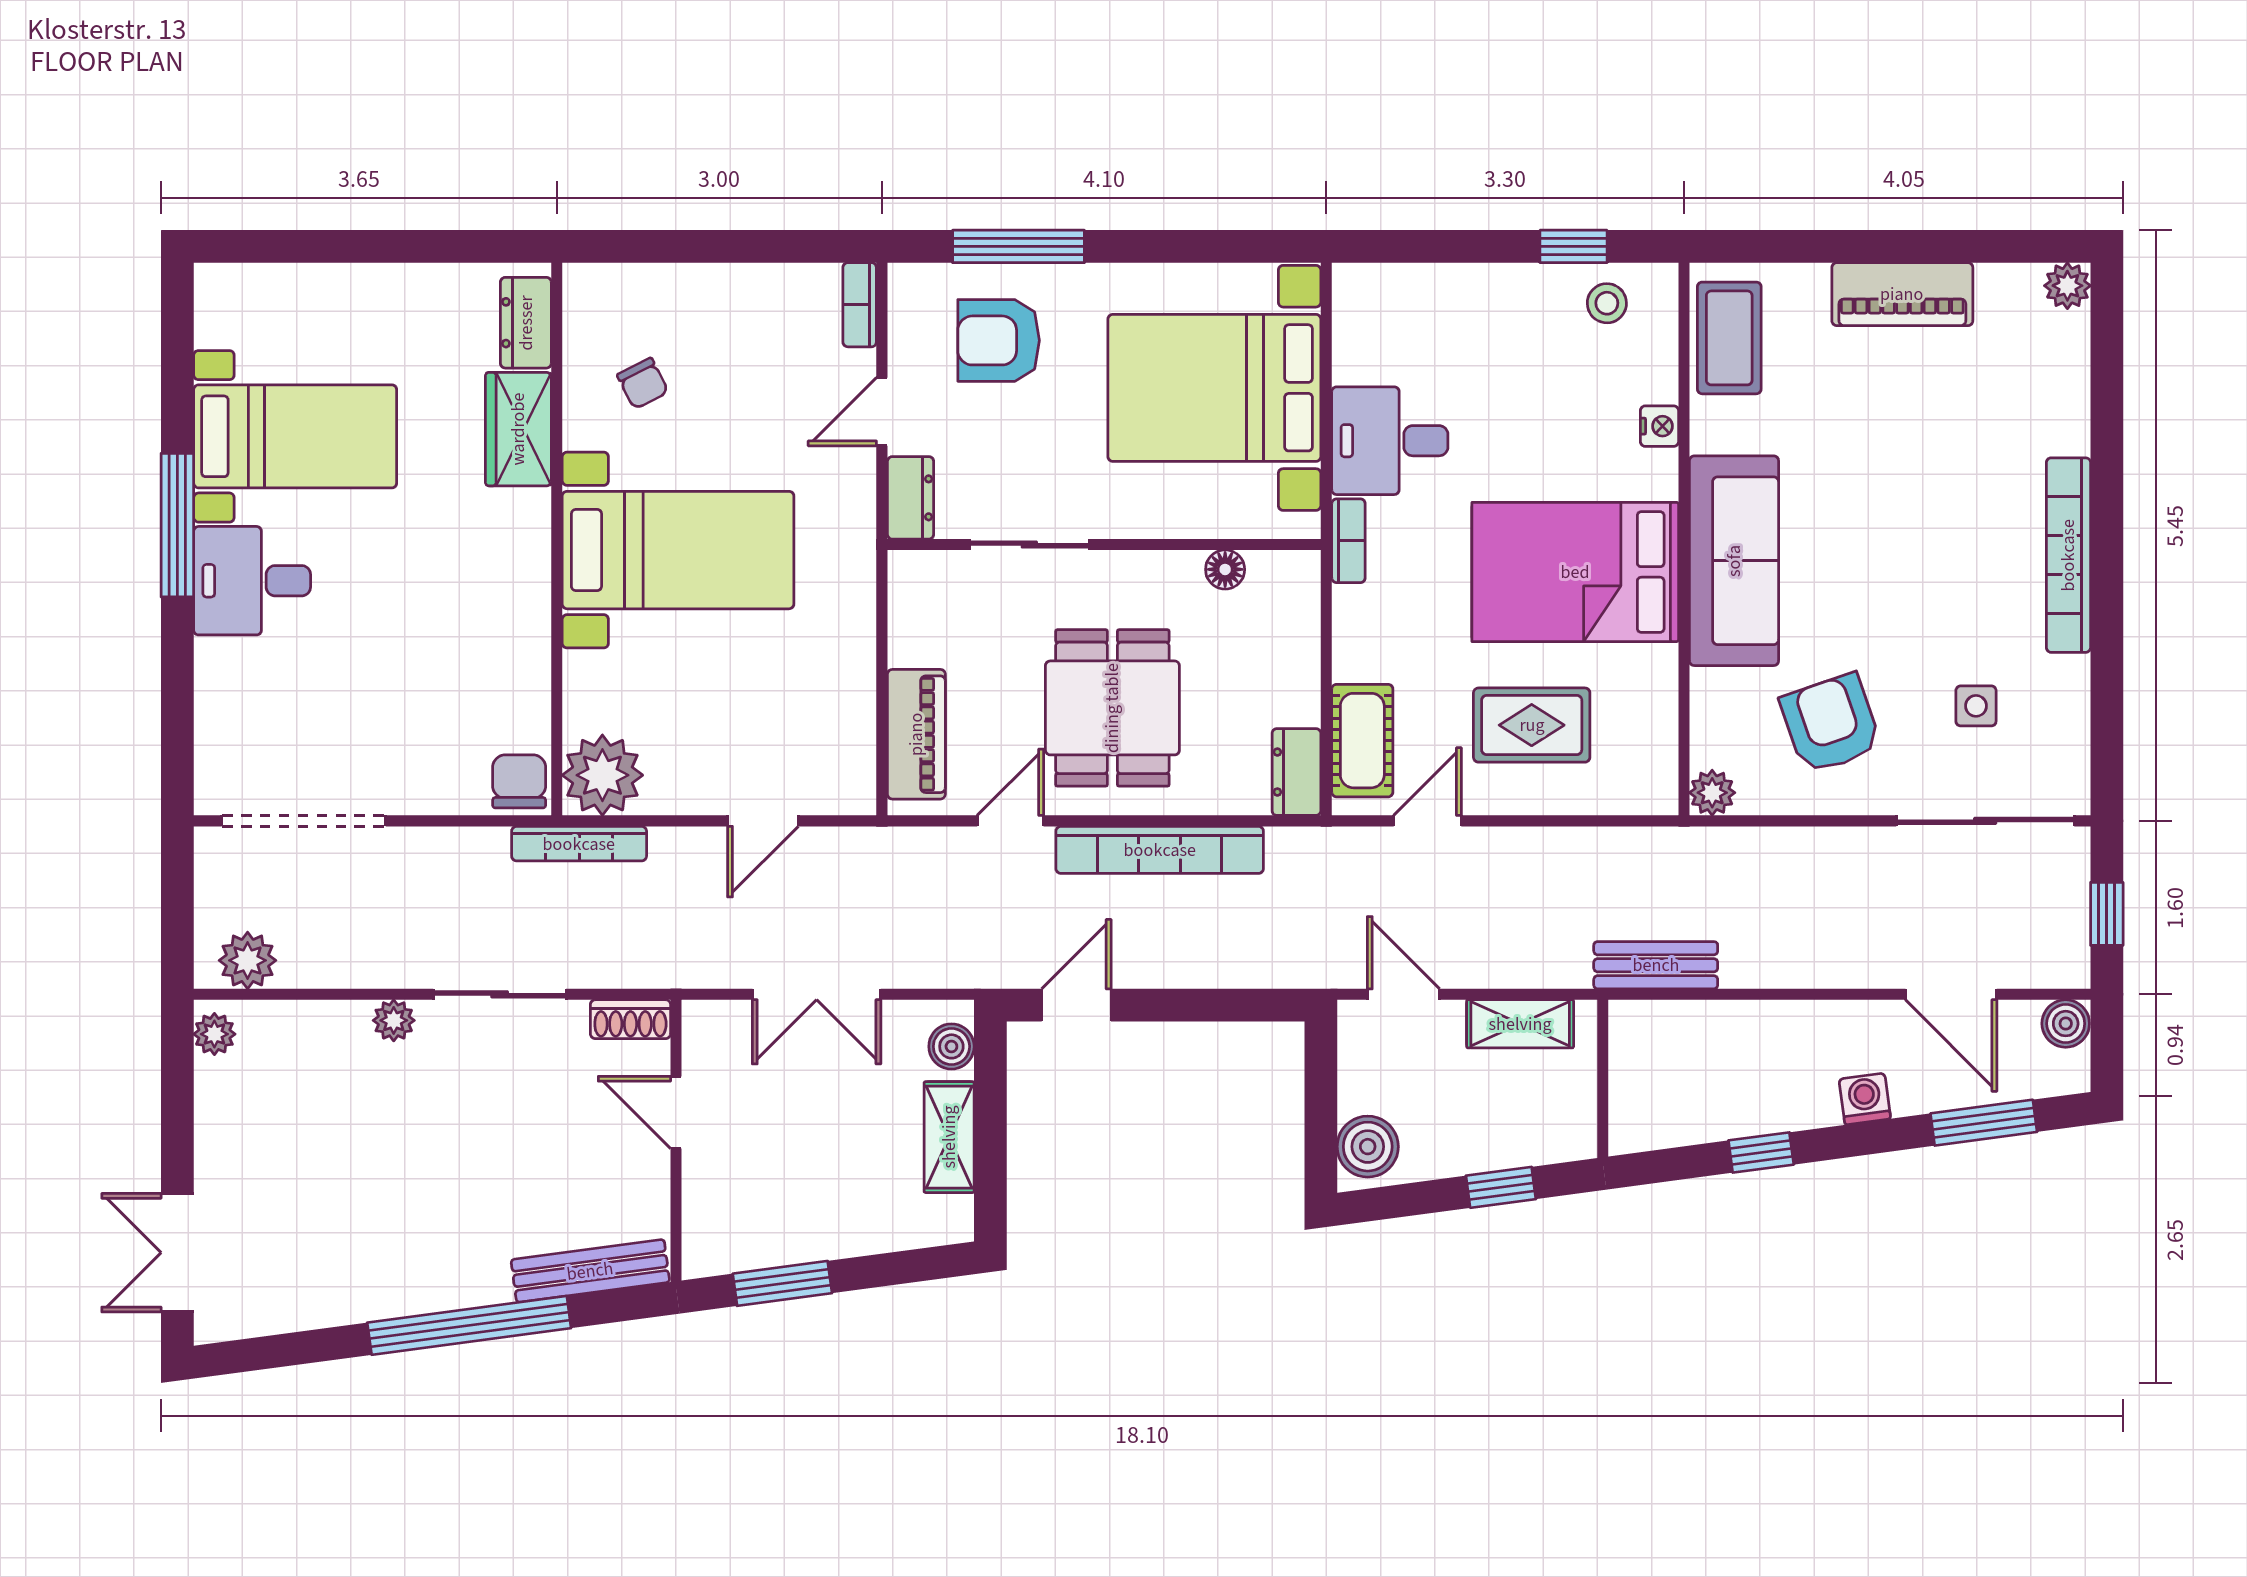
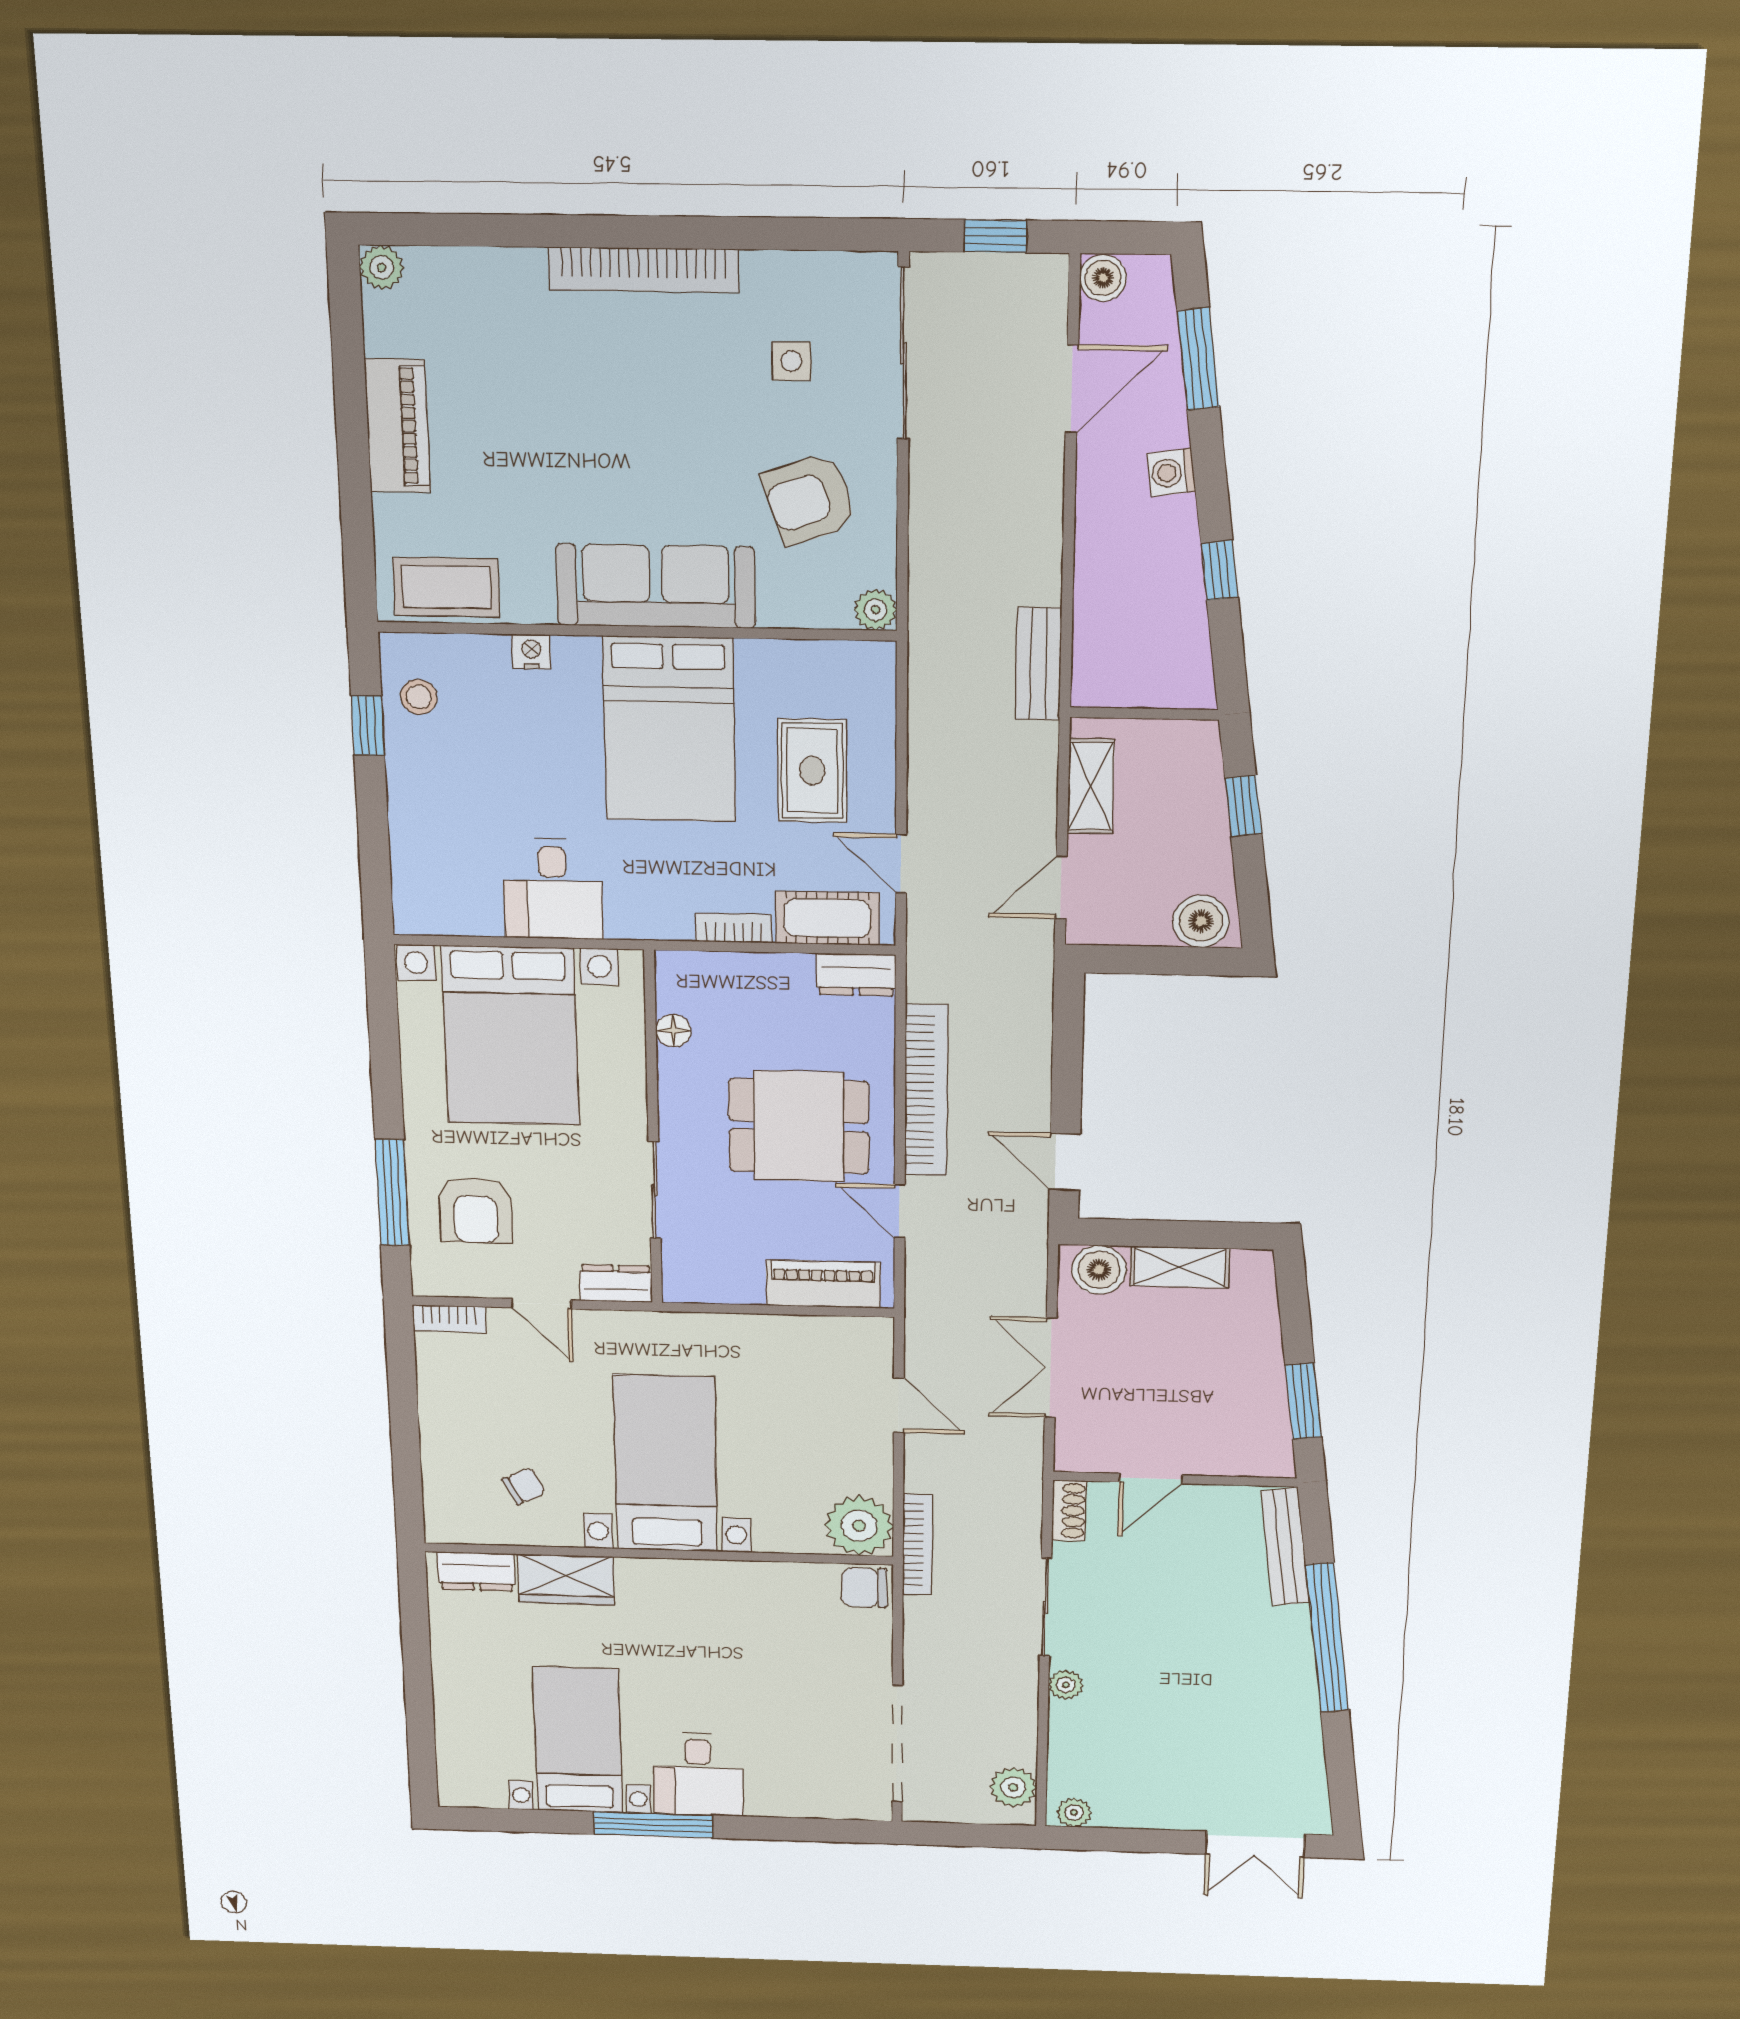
bookcase: (1348, 541) -> (734, 928), moved
double door: (817, 994) -> (1051, 1368), swing flipped
boiler: (951, 1046) -> (1099, 1270), width x1.36, depth x1.36

